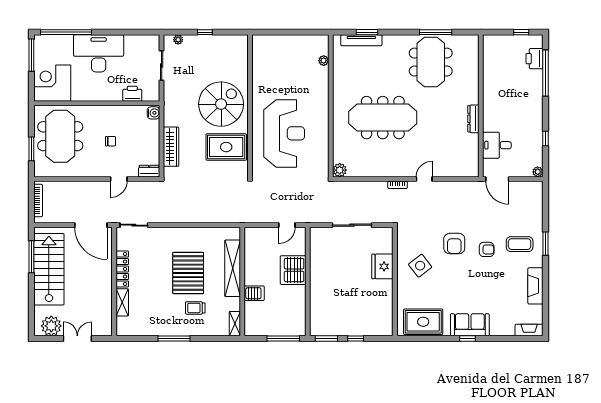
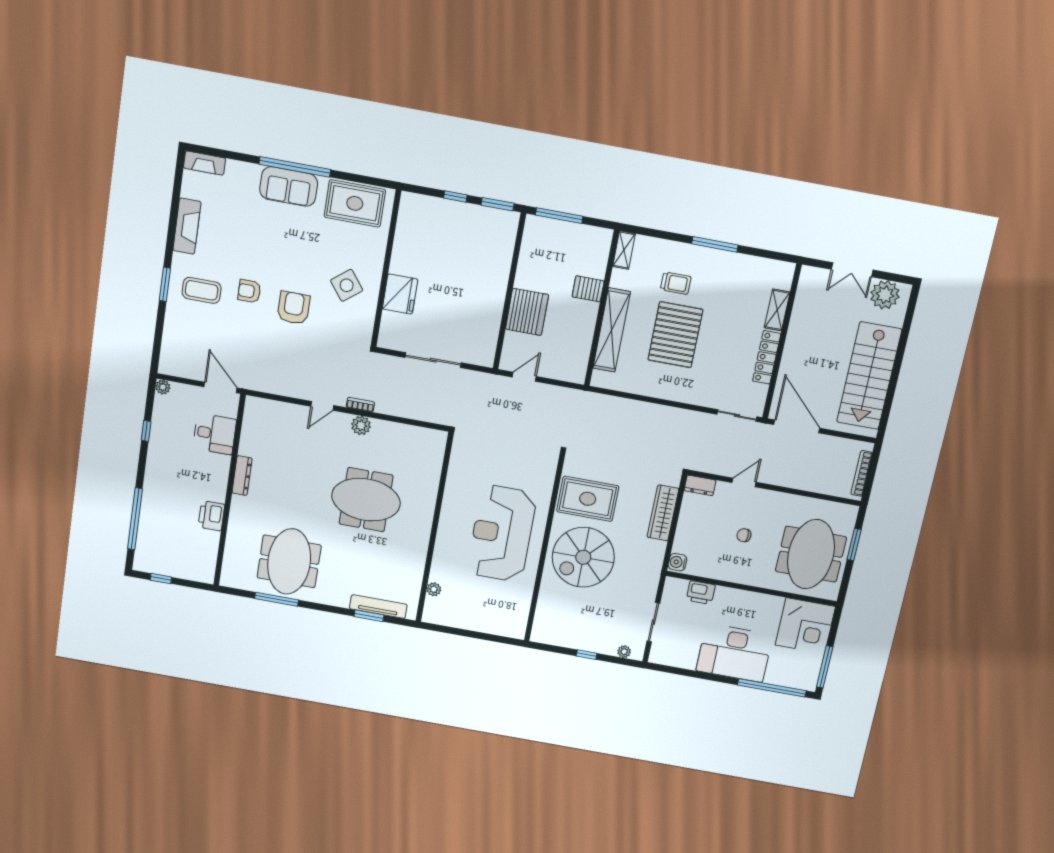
printer: (535, 59) -> (211, 516), moved, turned 180
meeting table: (383, 118) -> (366, 500), width x0.73
reception desk: (284, 133) -> (502, 533), moved
plant: (340, 170) -> (361, 425), moved
window: (31, 257) -> (889, 398), removed
window: (468, 339) -> (295, 167), width x3.17

